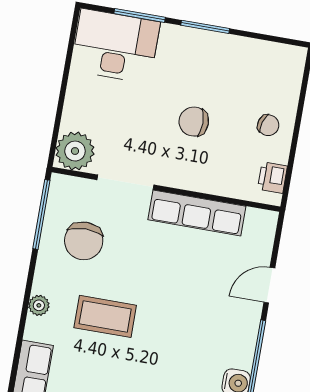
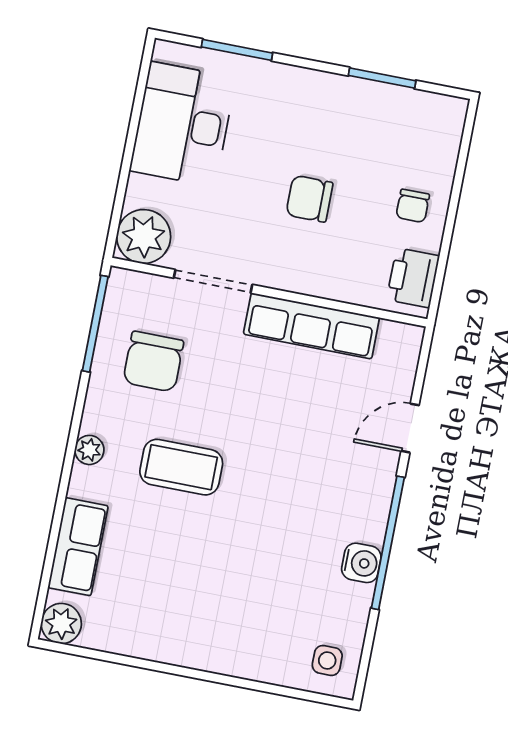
window: (205, 27) -> (382, 78), moved
desk: (115, 46) -> (183, 124), moved, turned -90
chair: (268, 125) -> (413, 206), turned 73
printer: (272, 177) -> (413, 278), width x1.36, depth x1.24

